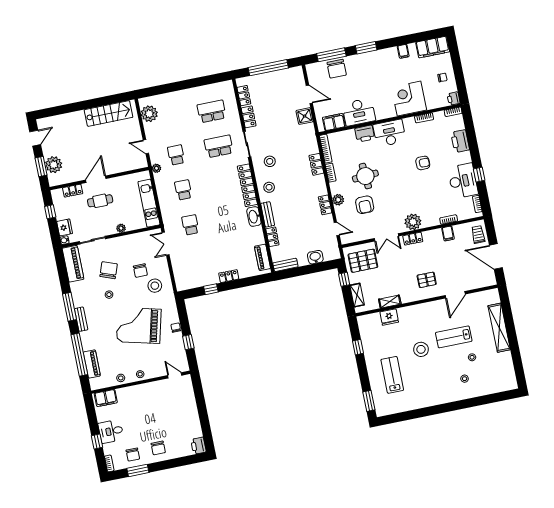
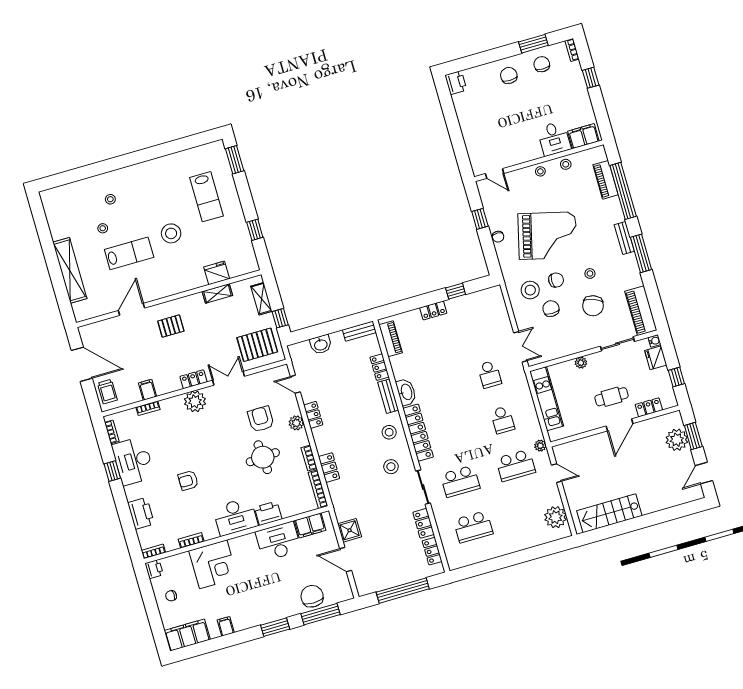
school desk: (176, 155) -> (516, 465), width x1.85
chair: (135, 292) -> (556, 280), added
desk: (111, 431) -> (554, 138), moved, turned 90

